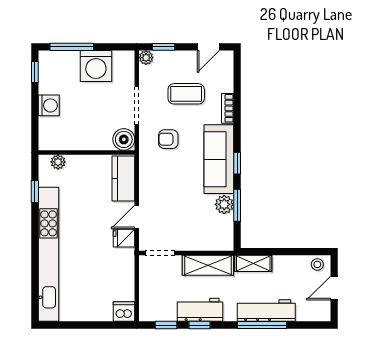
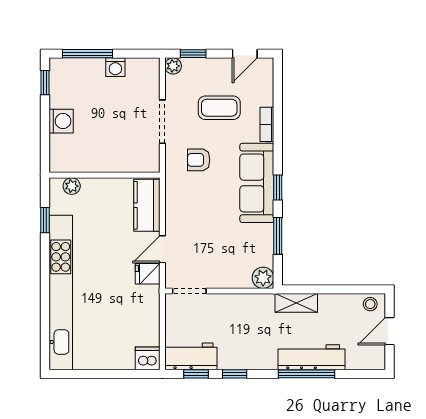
washing machine: (96, 66) -> (115, 67), width x0.53, depth x0.53
boiler: (124, 139) -> (147, 160), removed
plant: (224, 204) -> (263, 278), moved
shelving: (208, 265) -> (244, 305), removed
workbench: (200, 310) -> (191, 356), moved

